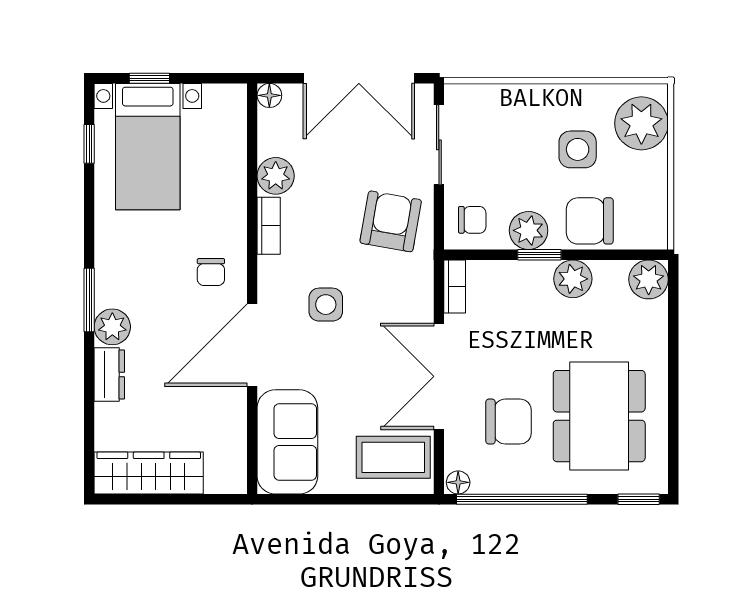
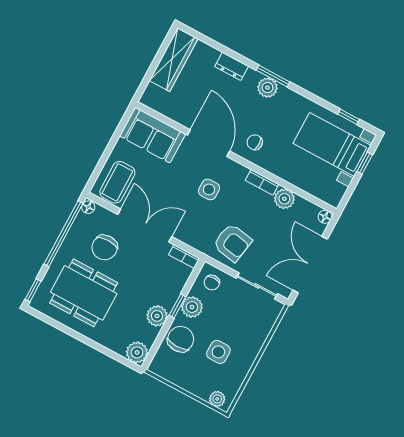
plant: (641, 123) -> (217, 399), width x0.53, depth x0.53
plant: (112, 327) -> (268, 88), moved

